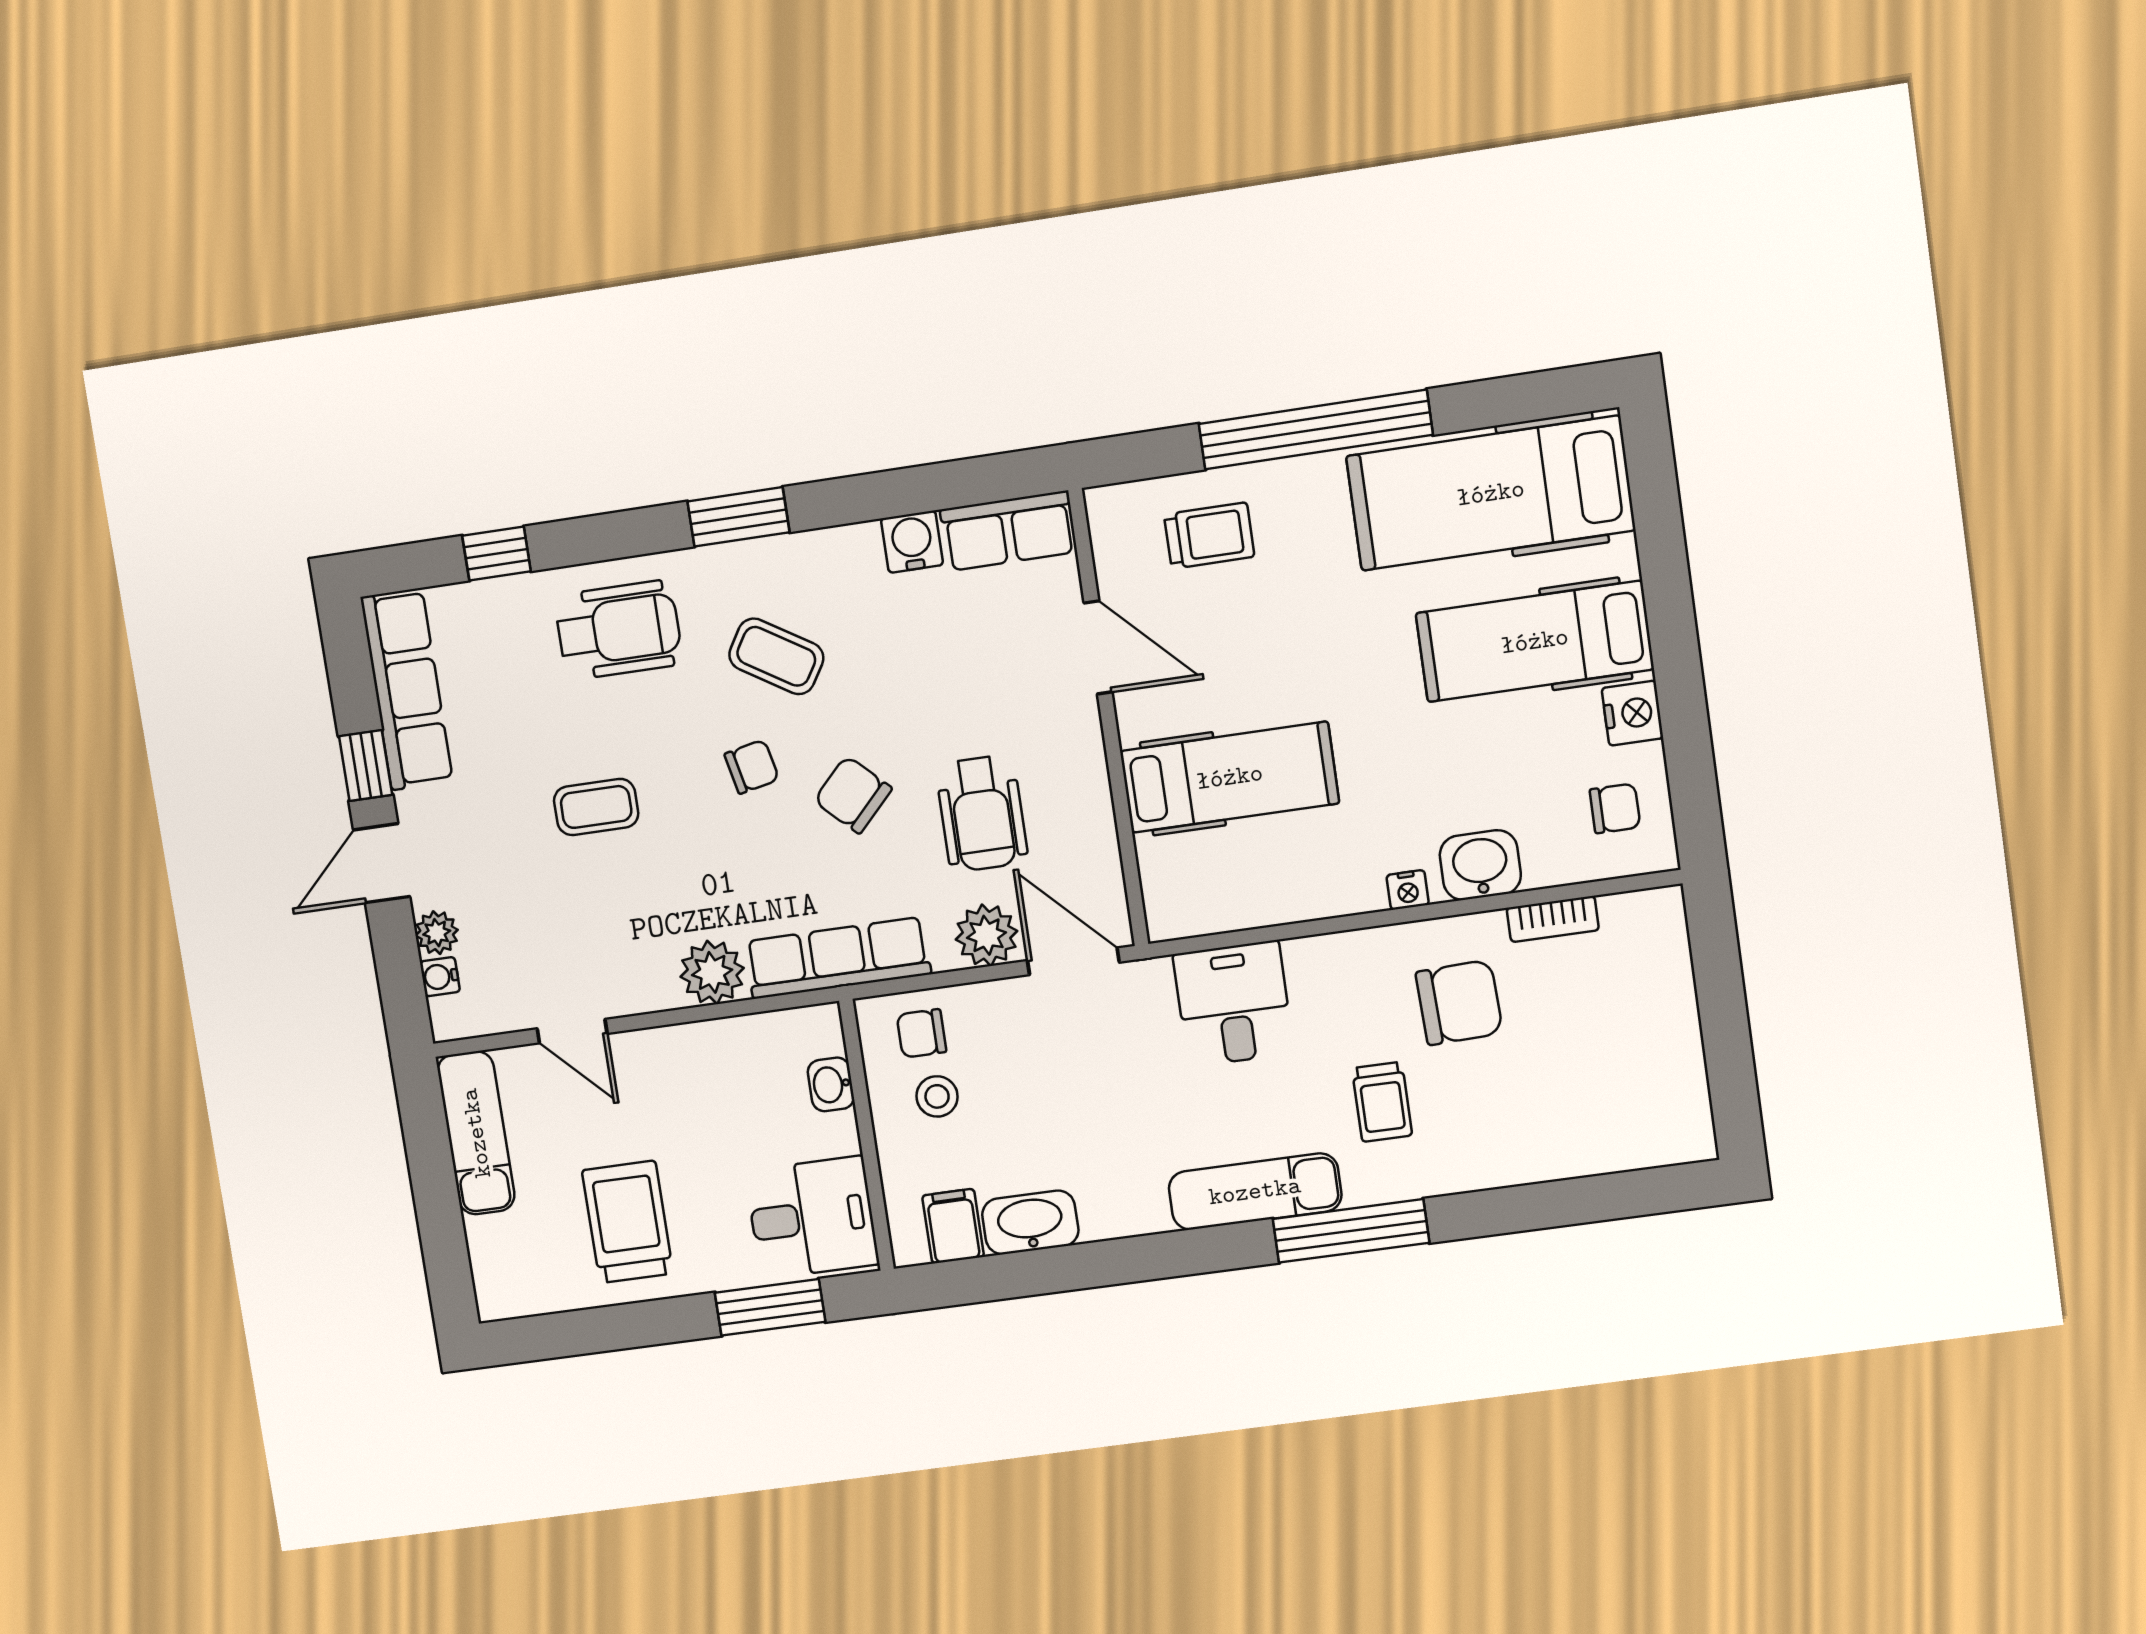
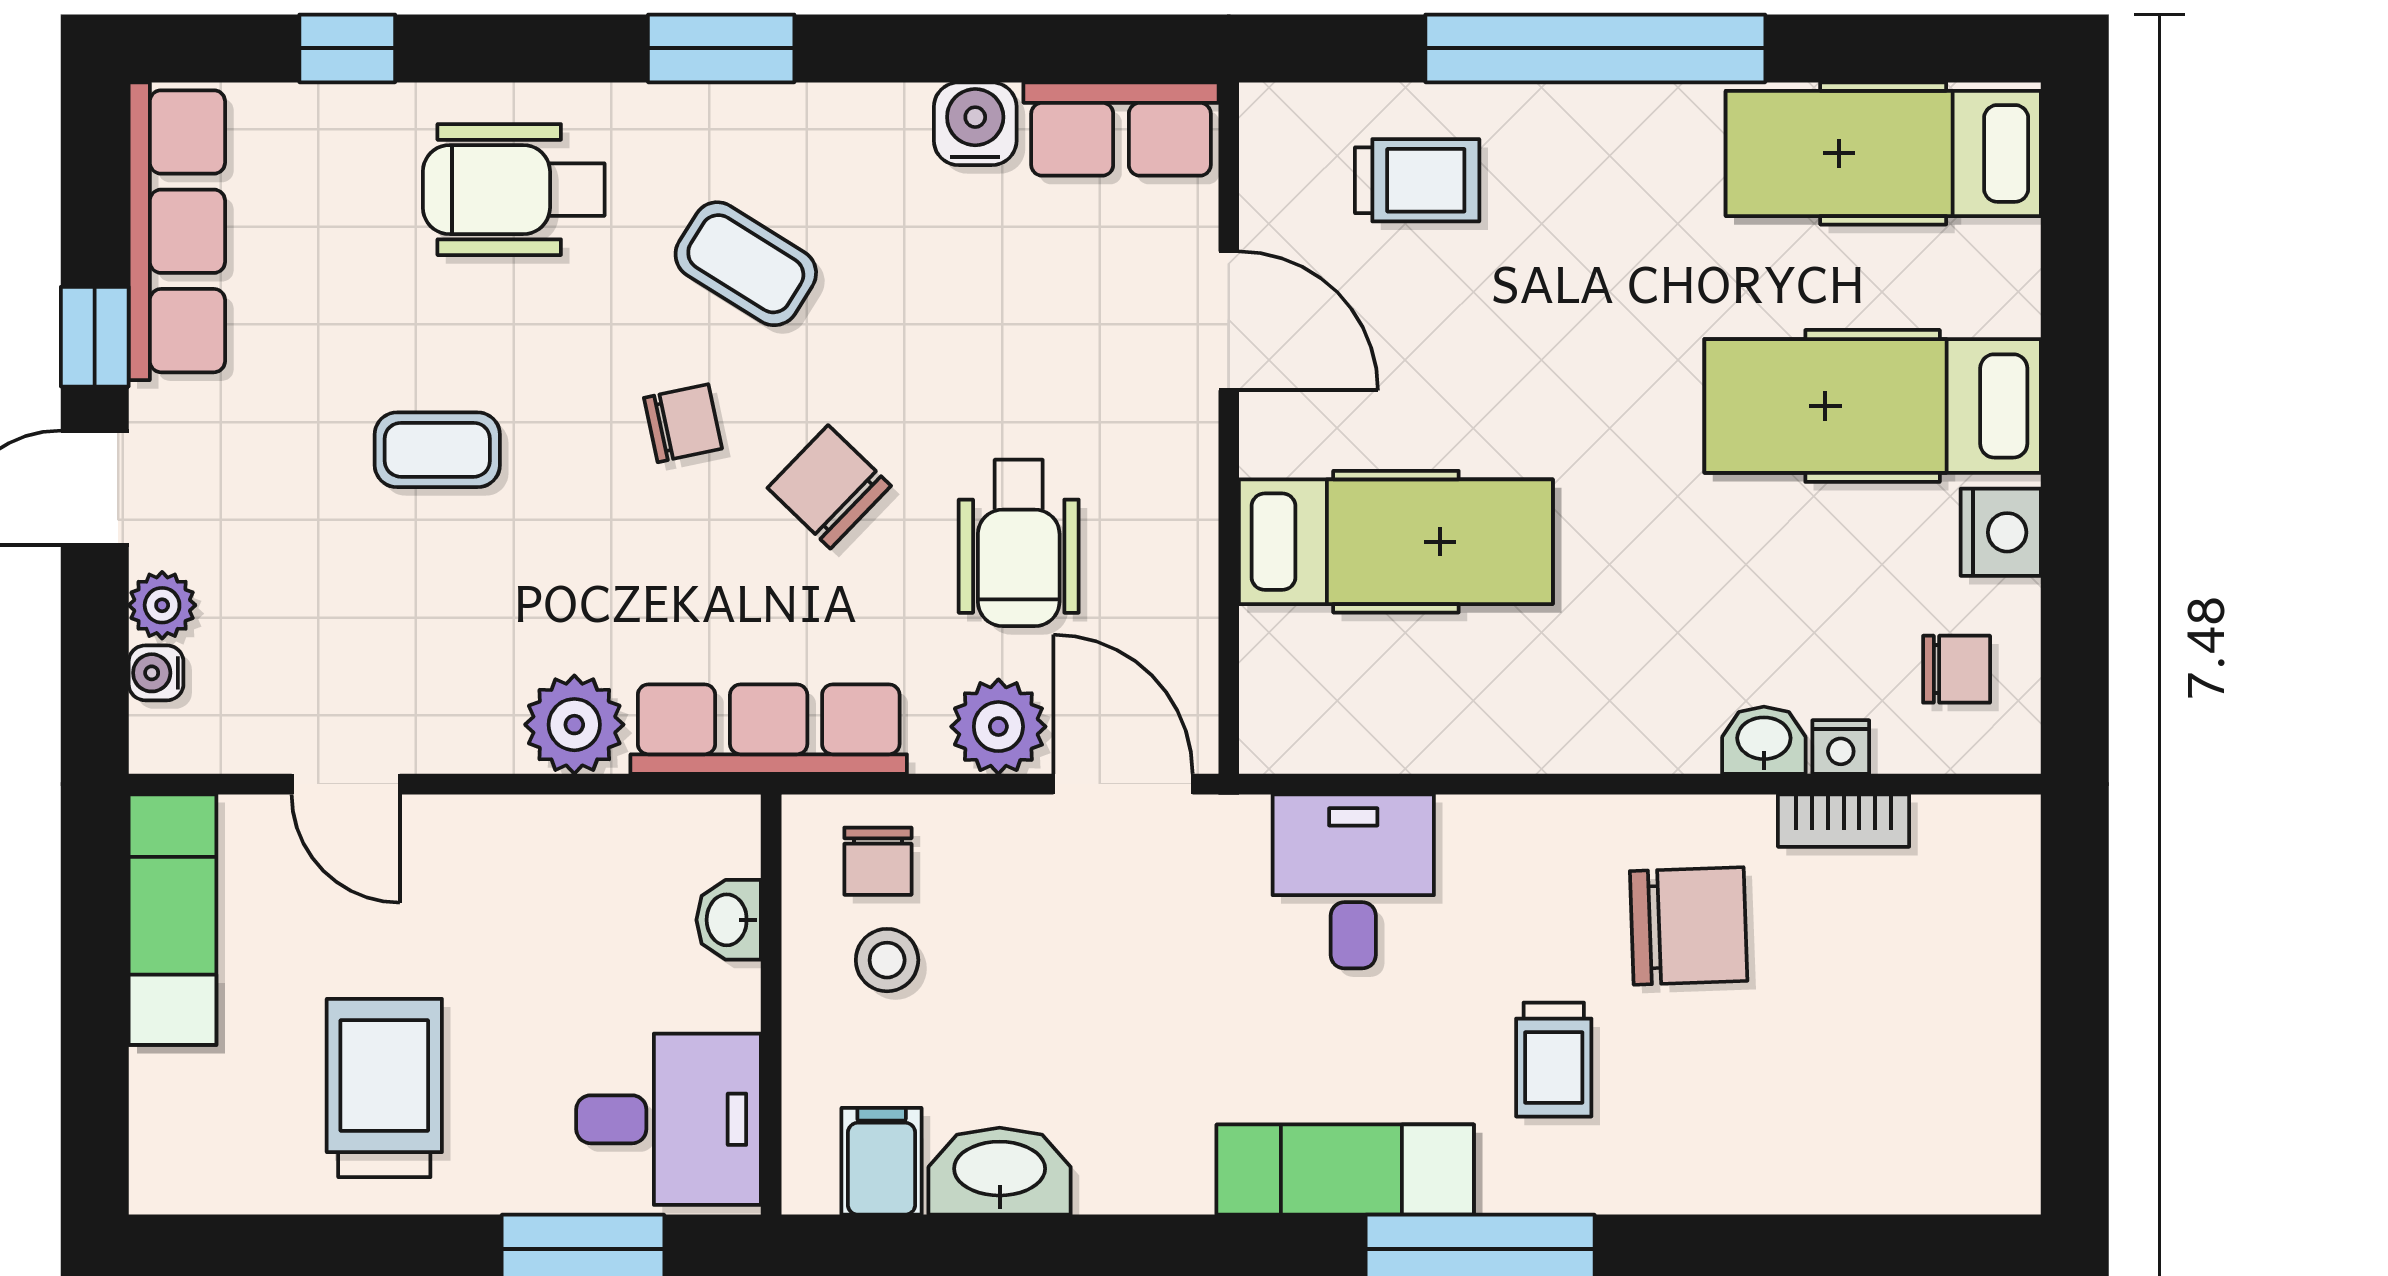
hospital bed: (1491, 493) -> (1883, 153), width x0.73, depth x0.78
wheelchair: (618, 630) -> (514, 190), turned 180
washbasin: (1480, 865) -> (1764, 740), width x0.72, depth x0.69
nightstand: (1408, 890) -> (1841, 747), moved
chair: (921, 1033) -> (878, 861), turned -90

